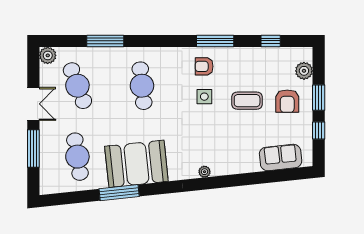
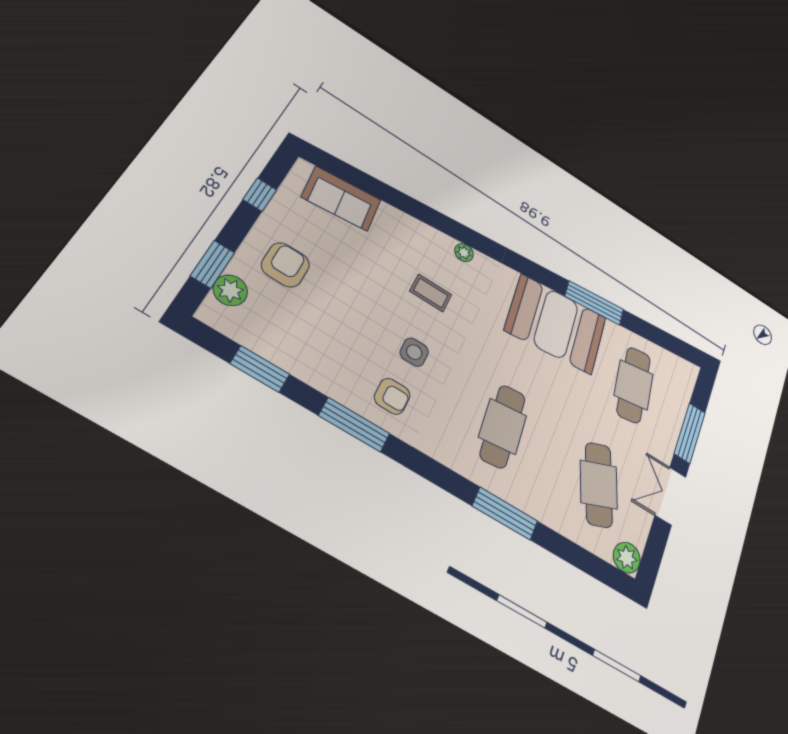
window: (105, 41) -> (505, 514), moved
window: (271, 41) -> (260, 369), width x1.50
window: (319, 98) -> (213, 264), moved
coffee table: (247, 101) -> (431, 293), moved, width x0.73, depth x0.77

